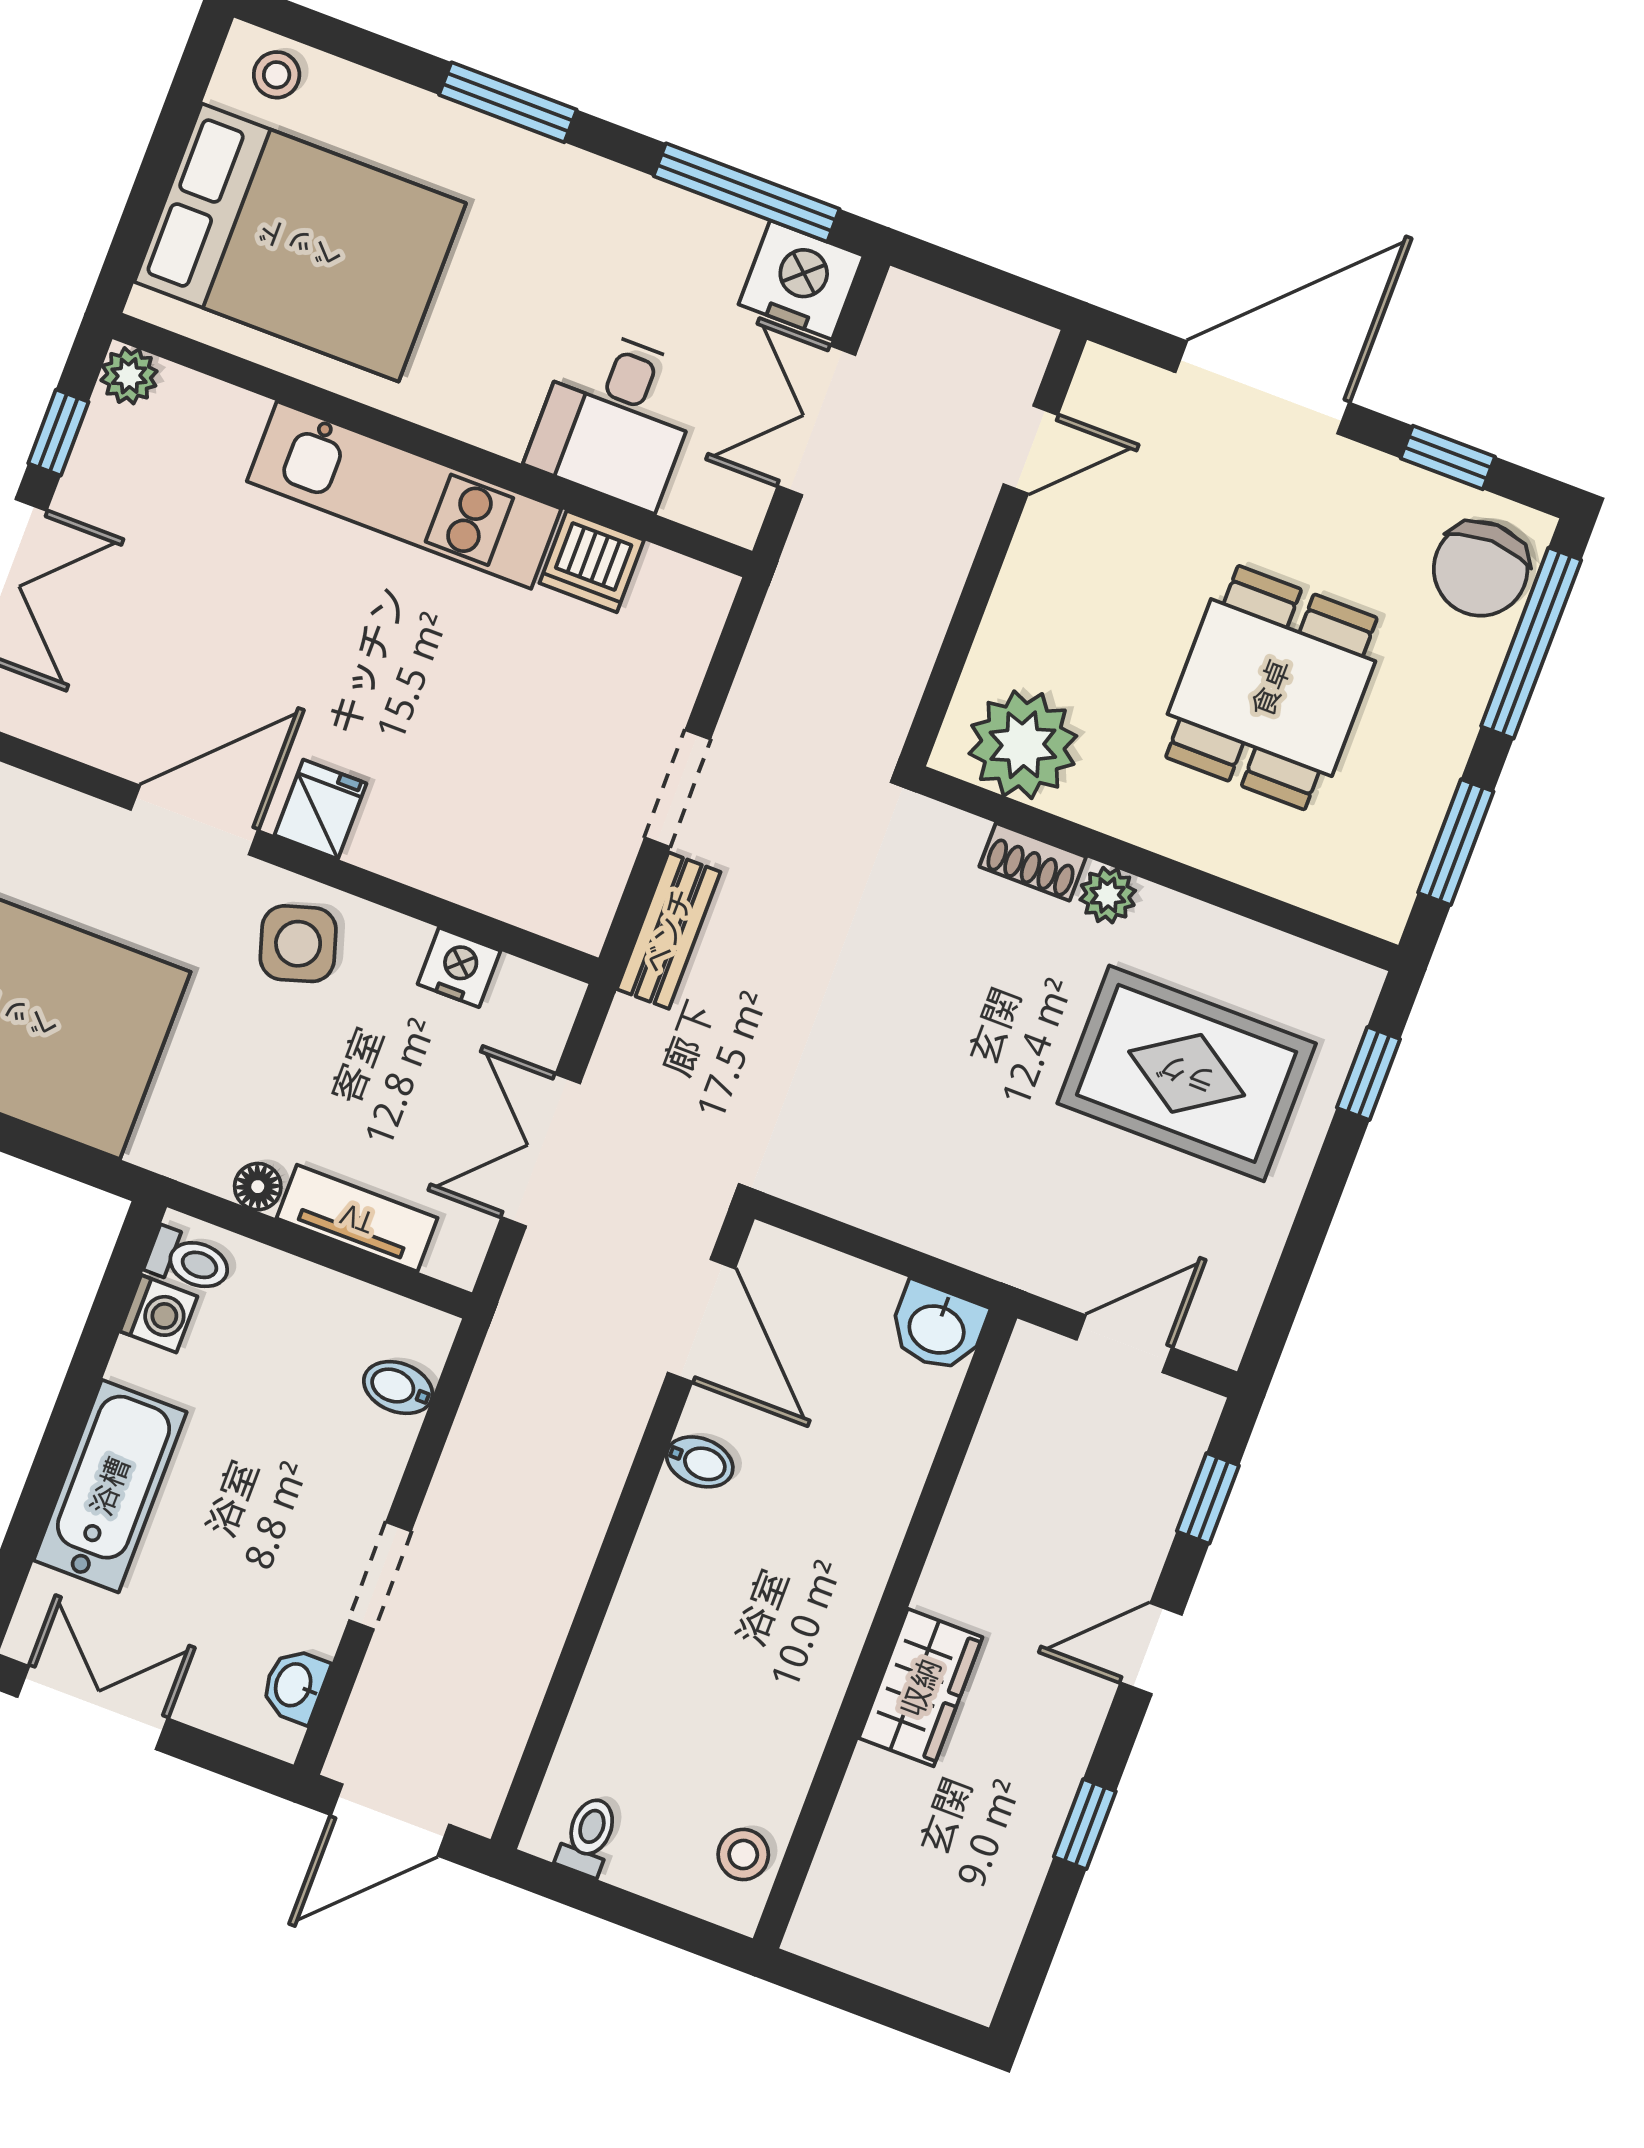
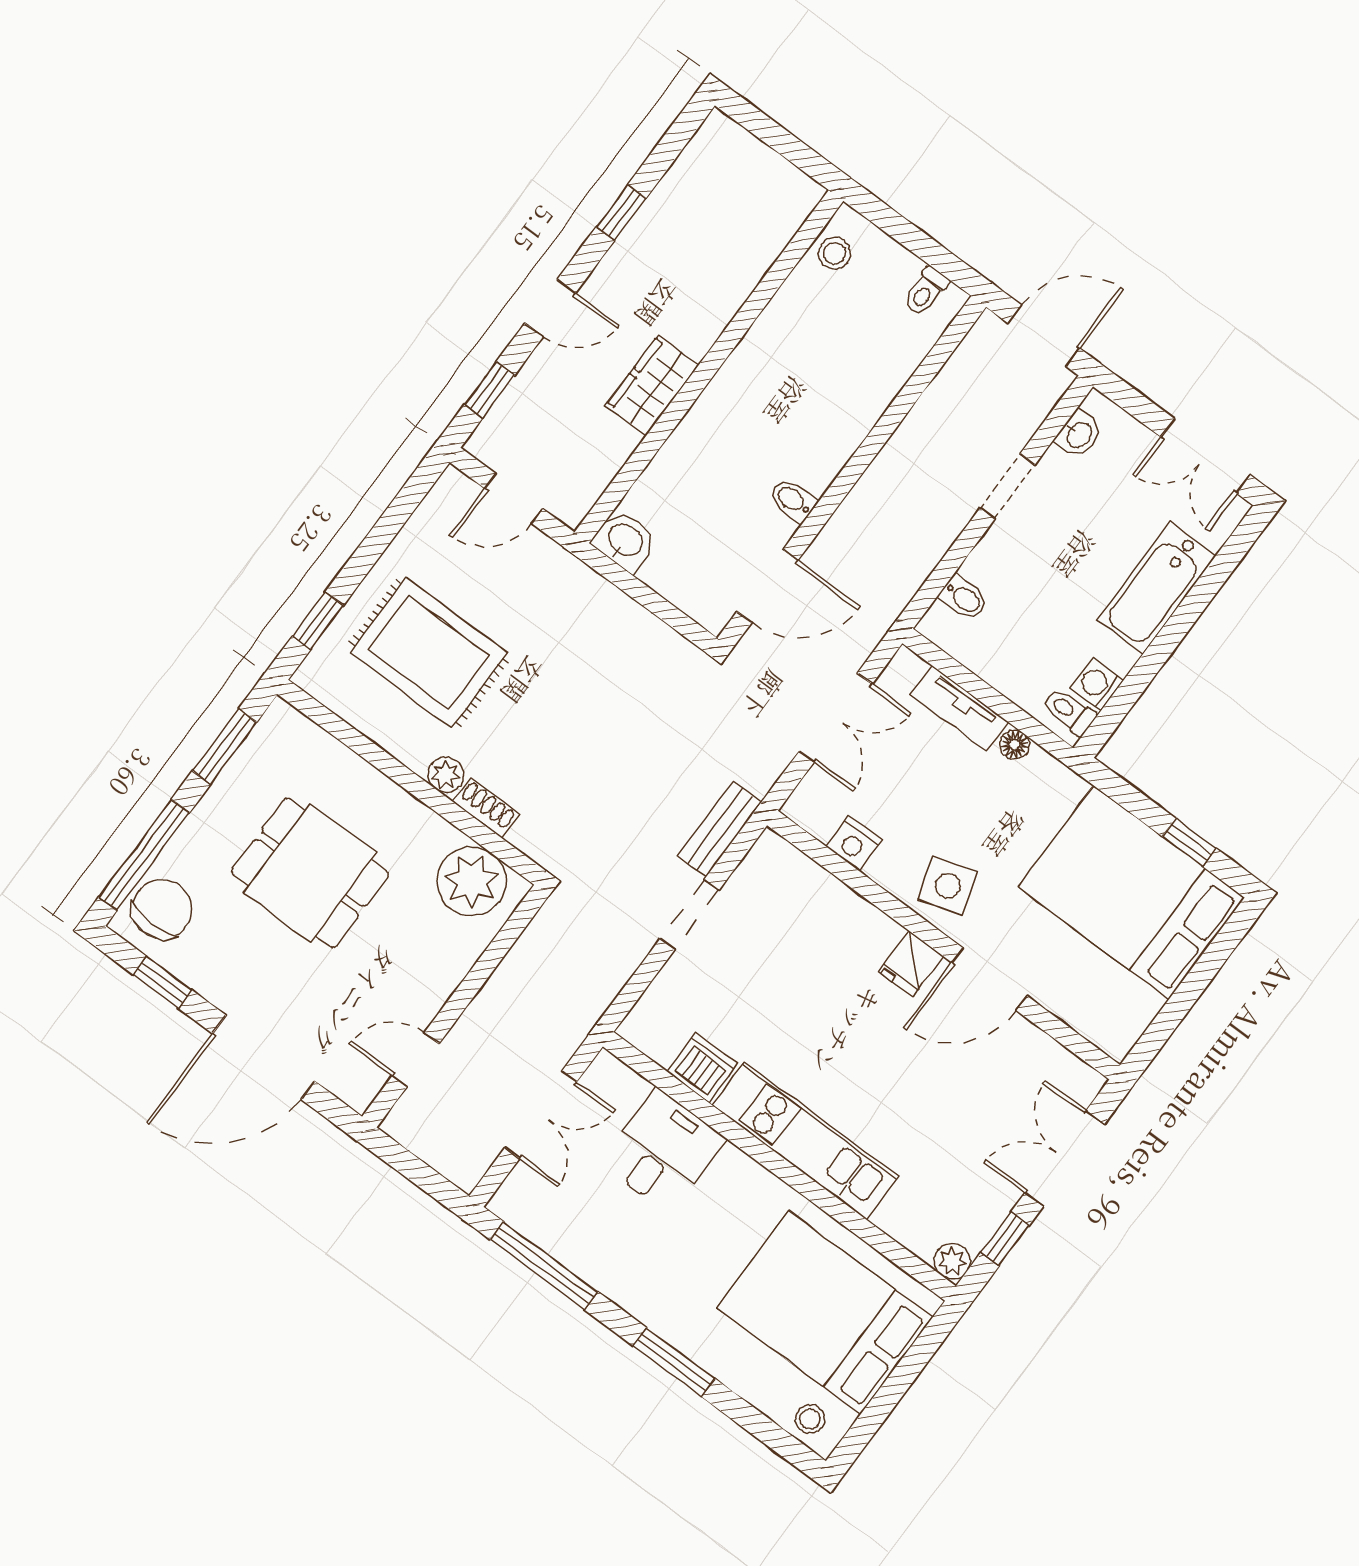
nightstand: (801, 280) -> (526, 1203), removed
dining table: (1271, 688) -> (310, 873), turned 90
door: (701, 1321) -> (767, 586), swing flipped
wardrobe: (921, 1688) -> (652, 386), moved

